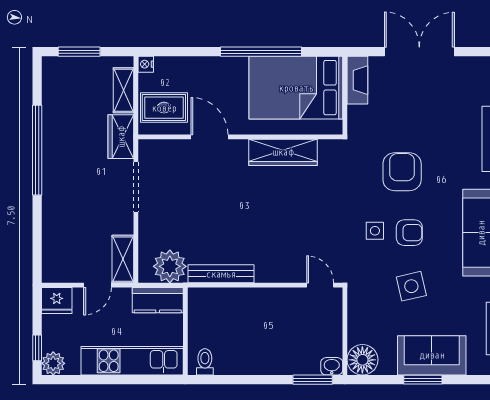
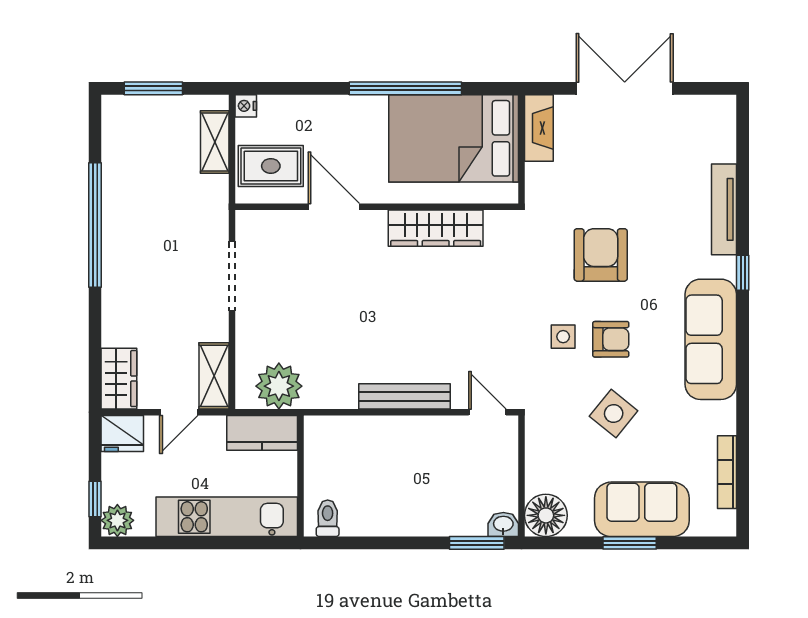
wardrobe: (121, 137) -> (119, 379), moved, turned 180
bench: (221, 274) -> (405, 396), moved
side table: (411, 286) -> (614, 414), turned -38

